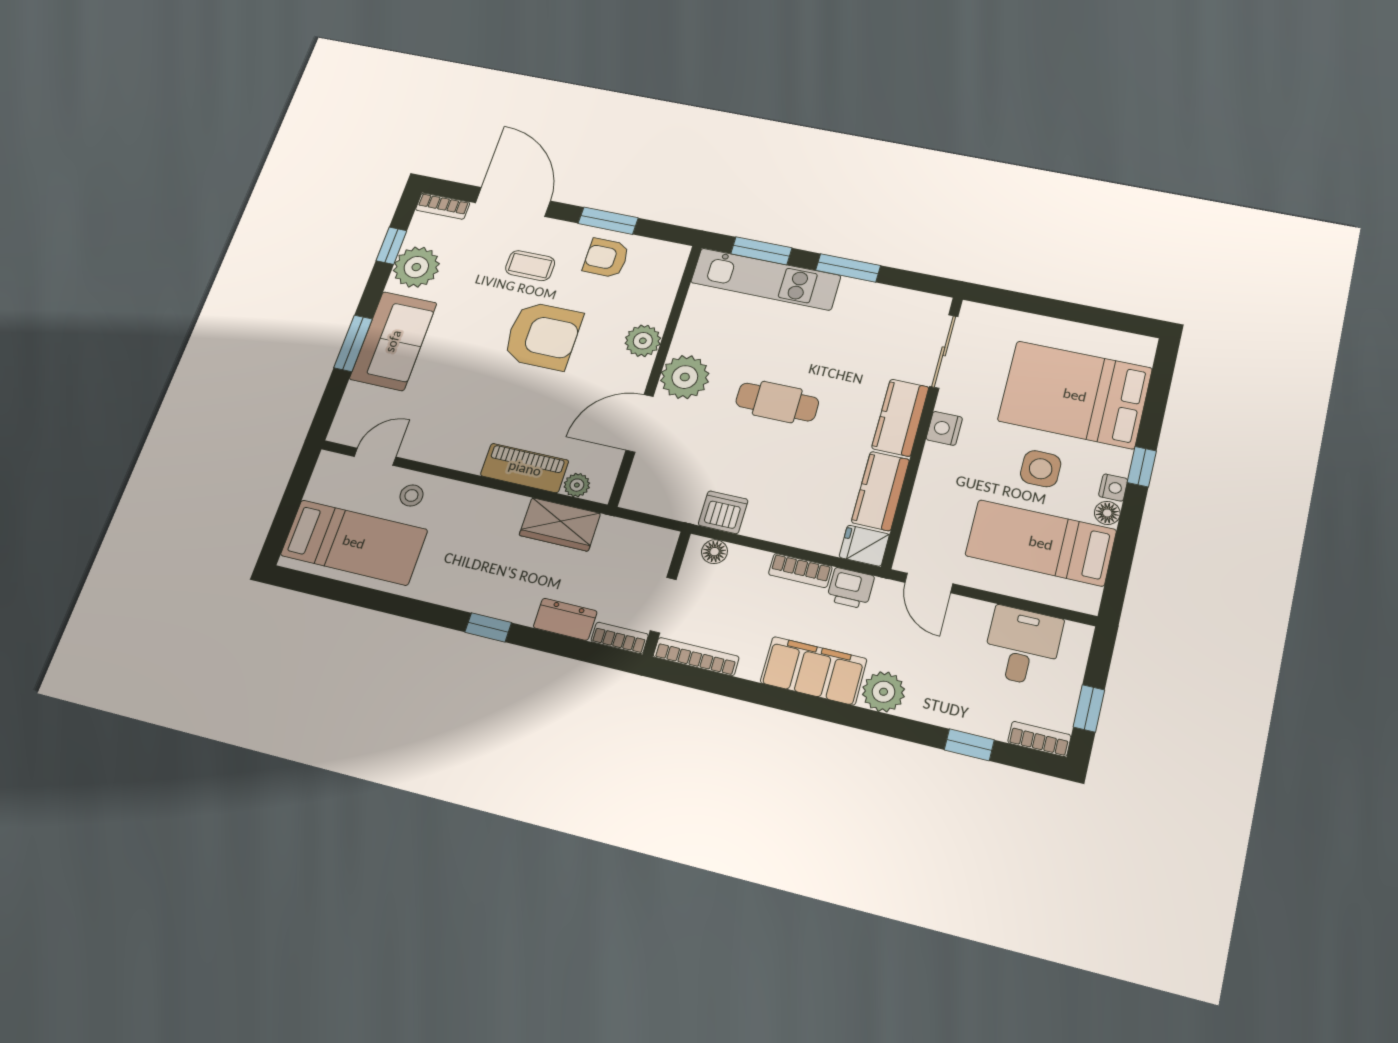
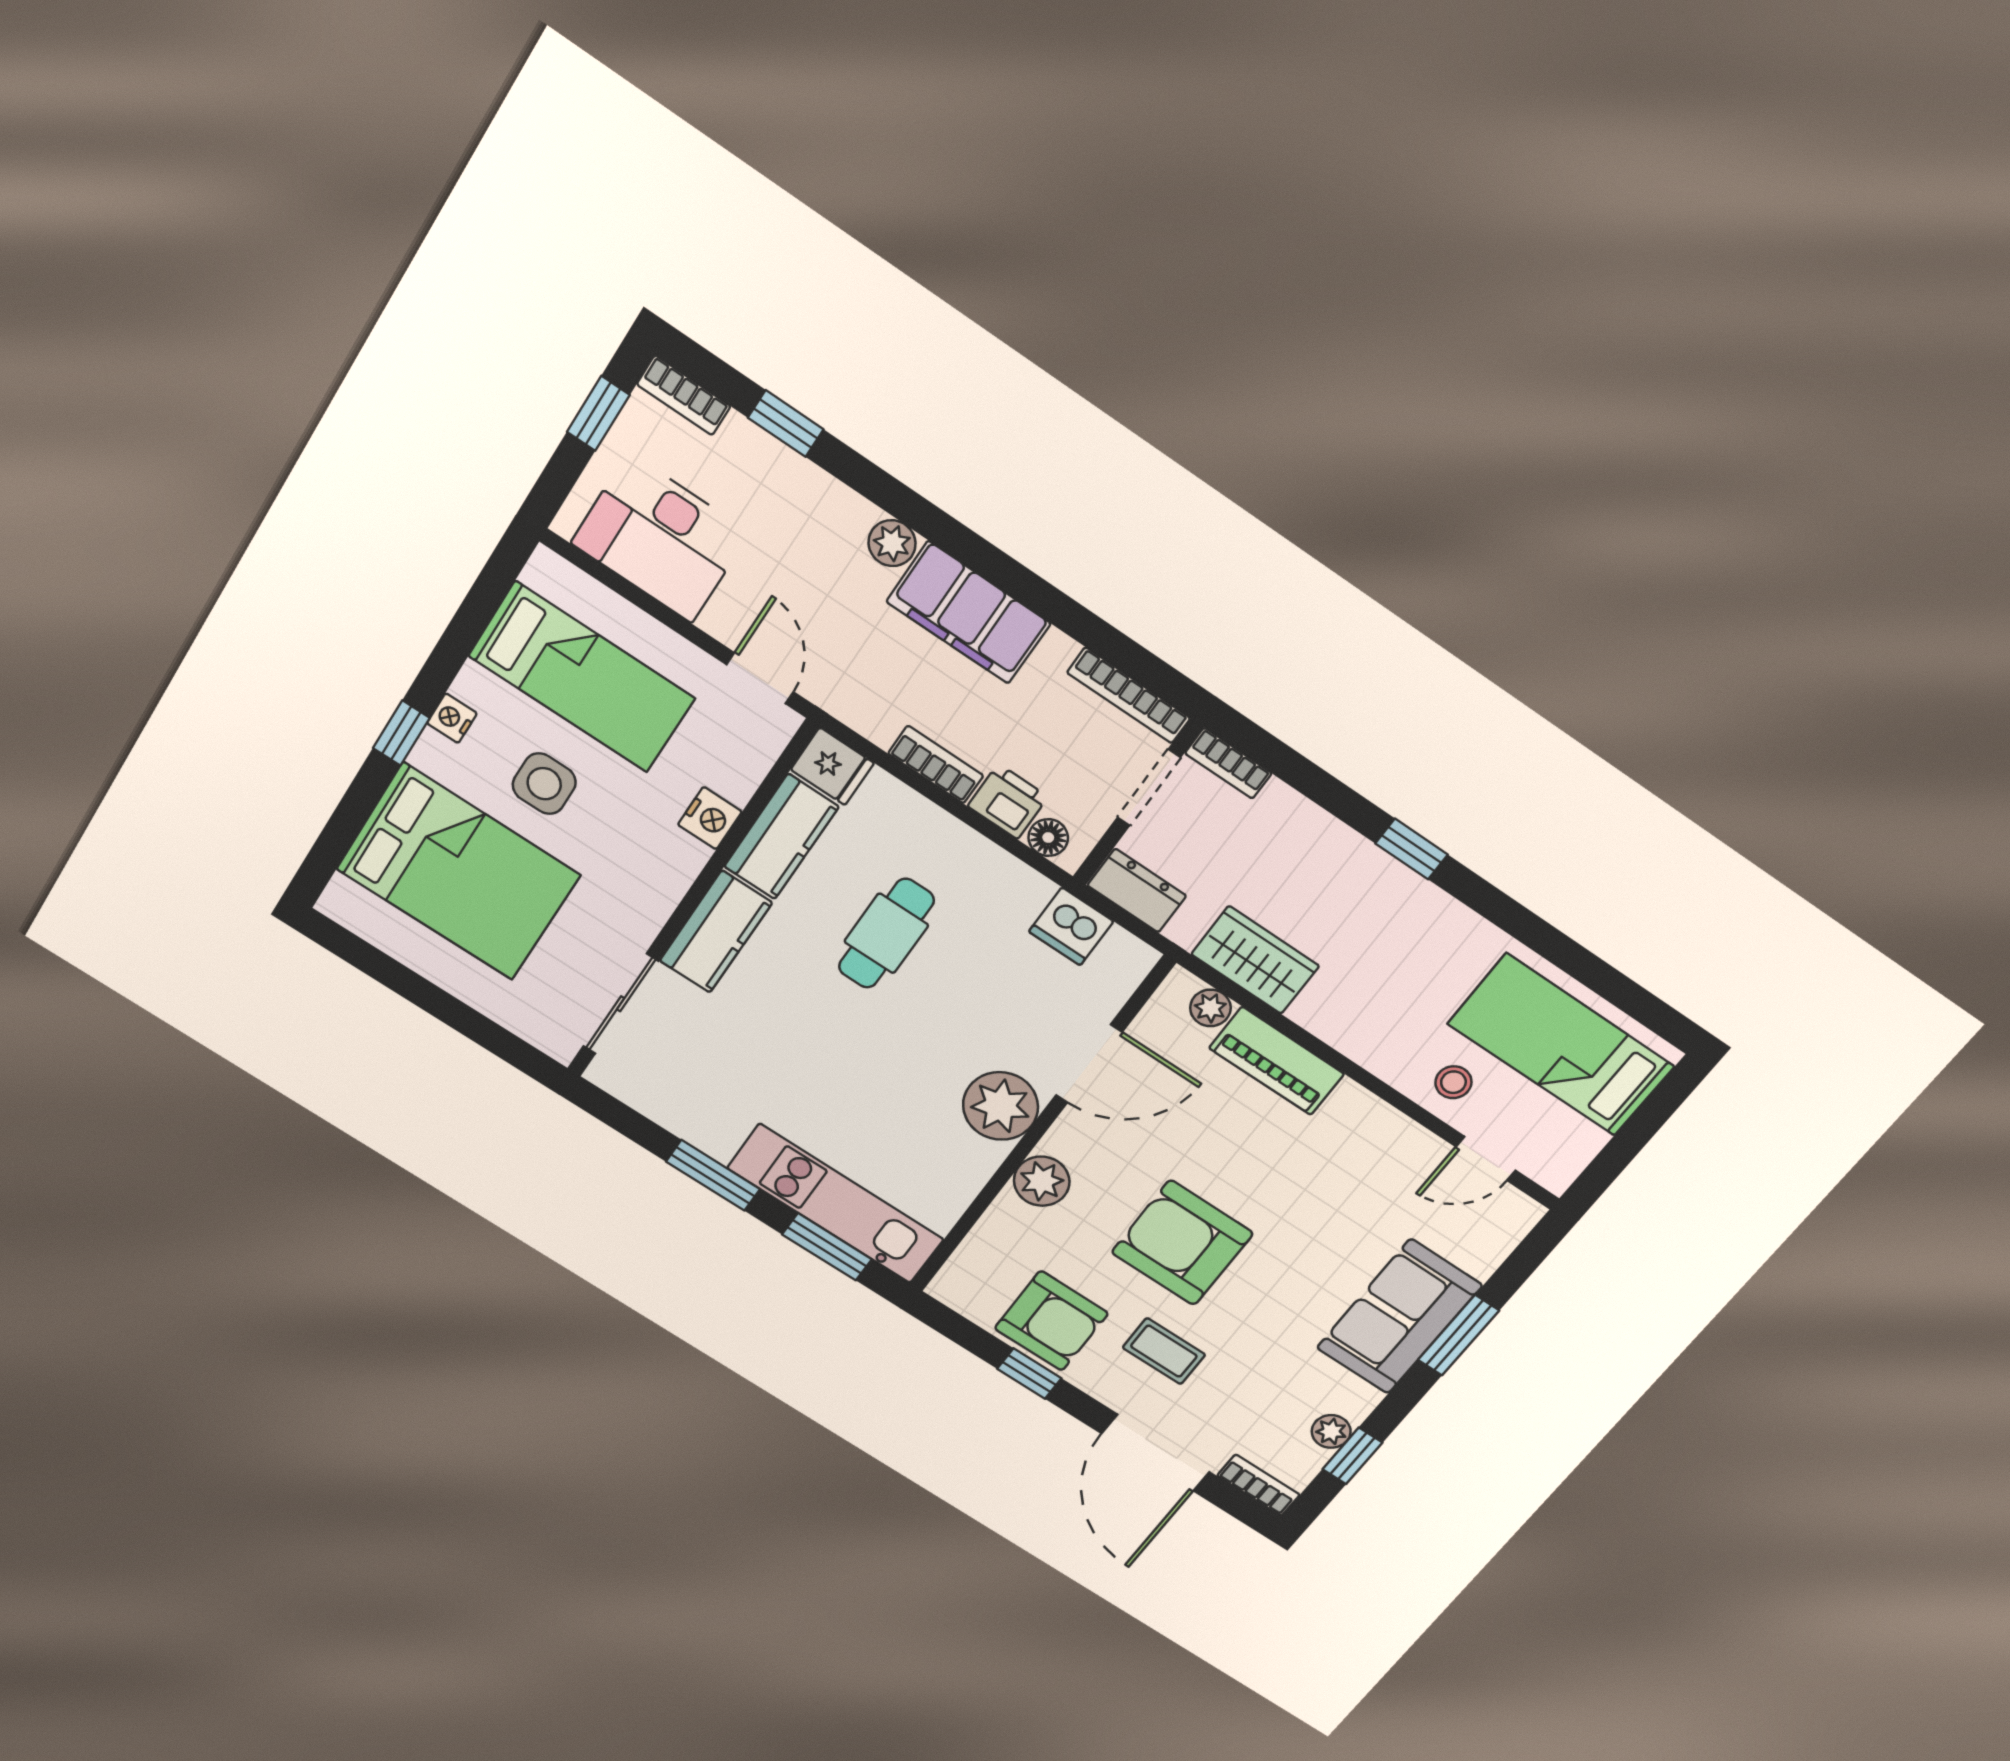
window: (608, 221) -> (1029, 1374), width x0.67
armchair: (606, 258) -> (1051, 1321), width x1.38, depth x1.38
plant: (416, 267) -> (1331, 1431), width x0.53, depth x0.53
cafe table: (777, 402) -> (886, 933), moved, turned 90
nightstand: (944, 428) -> (710, 818), moved
dishwasher: (723, 512) -> (1071, 927), moved
floor lamp: (1107, 513) -> (473, 685), removed
printer: (850, 588) -> (1008, 801), moved
dresser: (565, 619) -> (1137, 891), moved, turned 180
desk: (1022, 646) -> (660, 538), width x1.37
plant: (884, 692) -> (892, 543), width x0.73, depth x0.73

